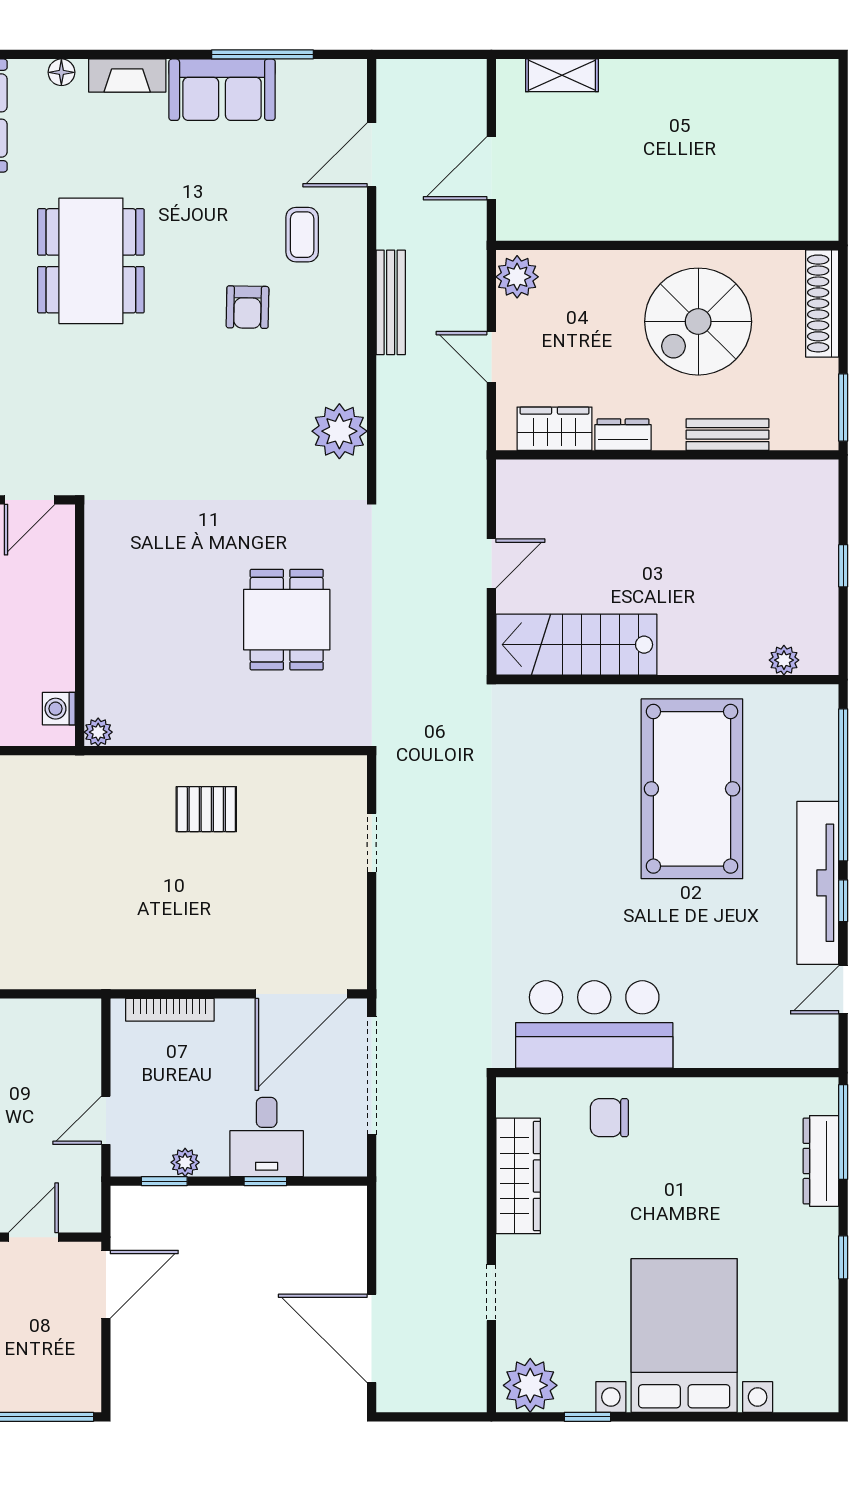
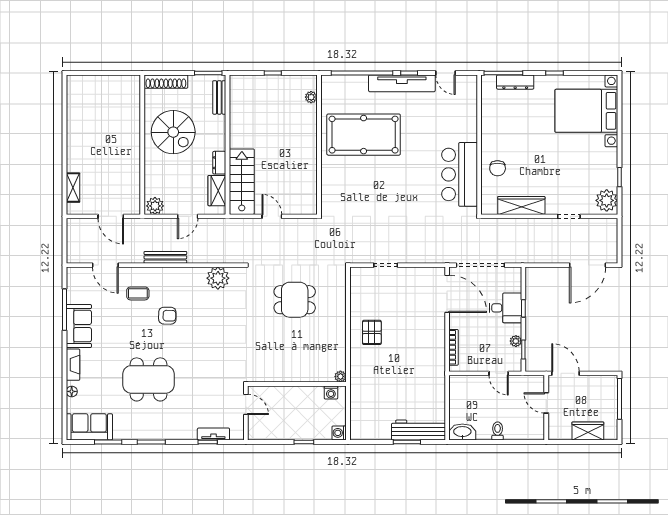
bench: (727, 435) -> (219, 97), moved
stairs: (576, 645) -> (242, 182), moved, turned 180
bed with nightstands: (684, 1336) -> (586, 111), moved

